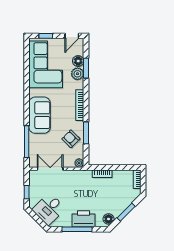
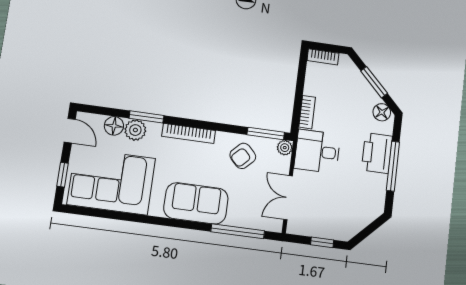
window: (86, 68) -> (146, 117), moved
window: (86, 133) -> (266, 133), moved
desk: (49, 209) -> (317, 151), moved, turned 135

